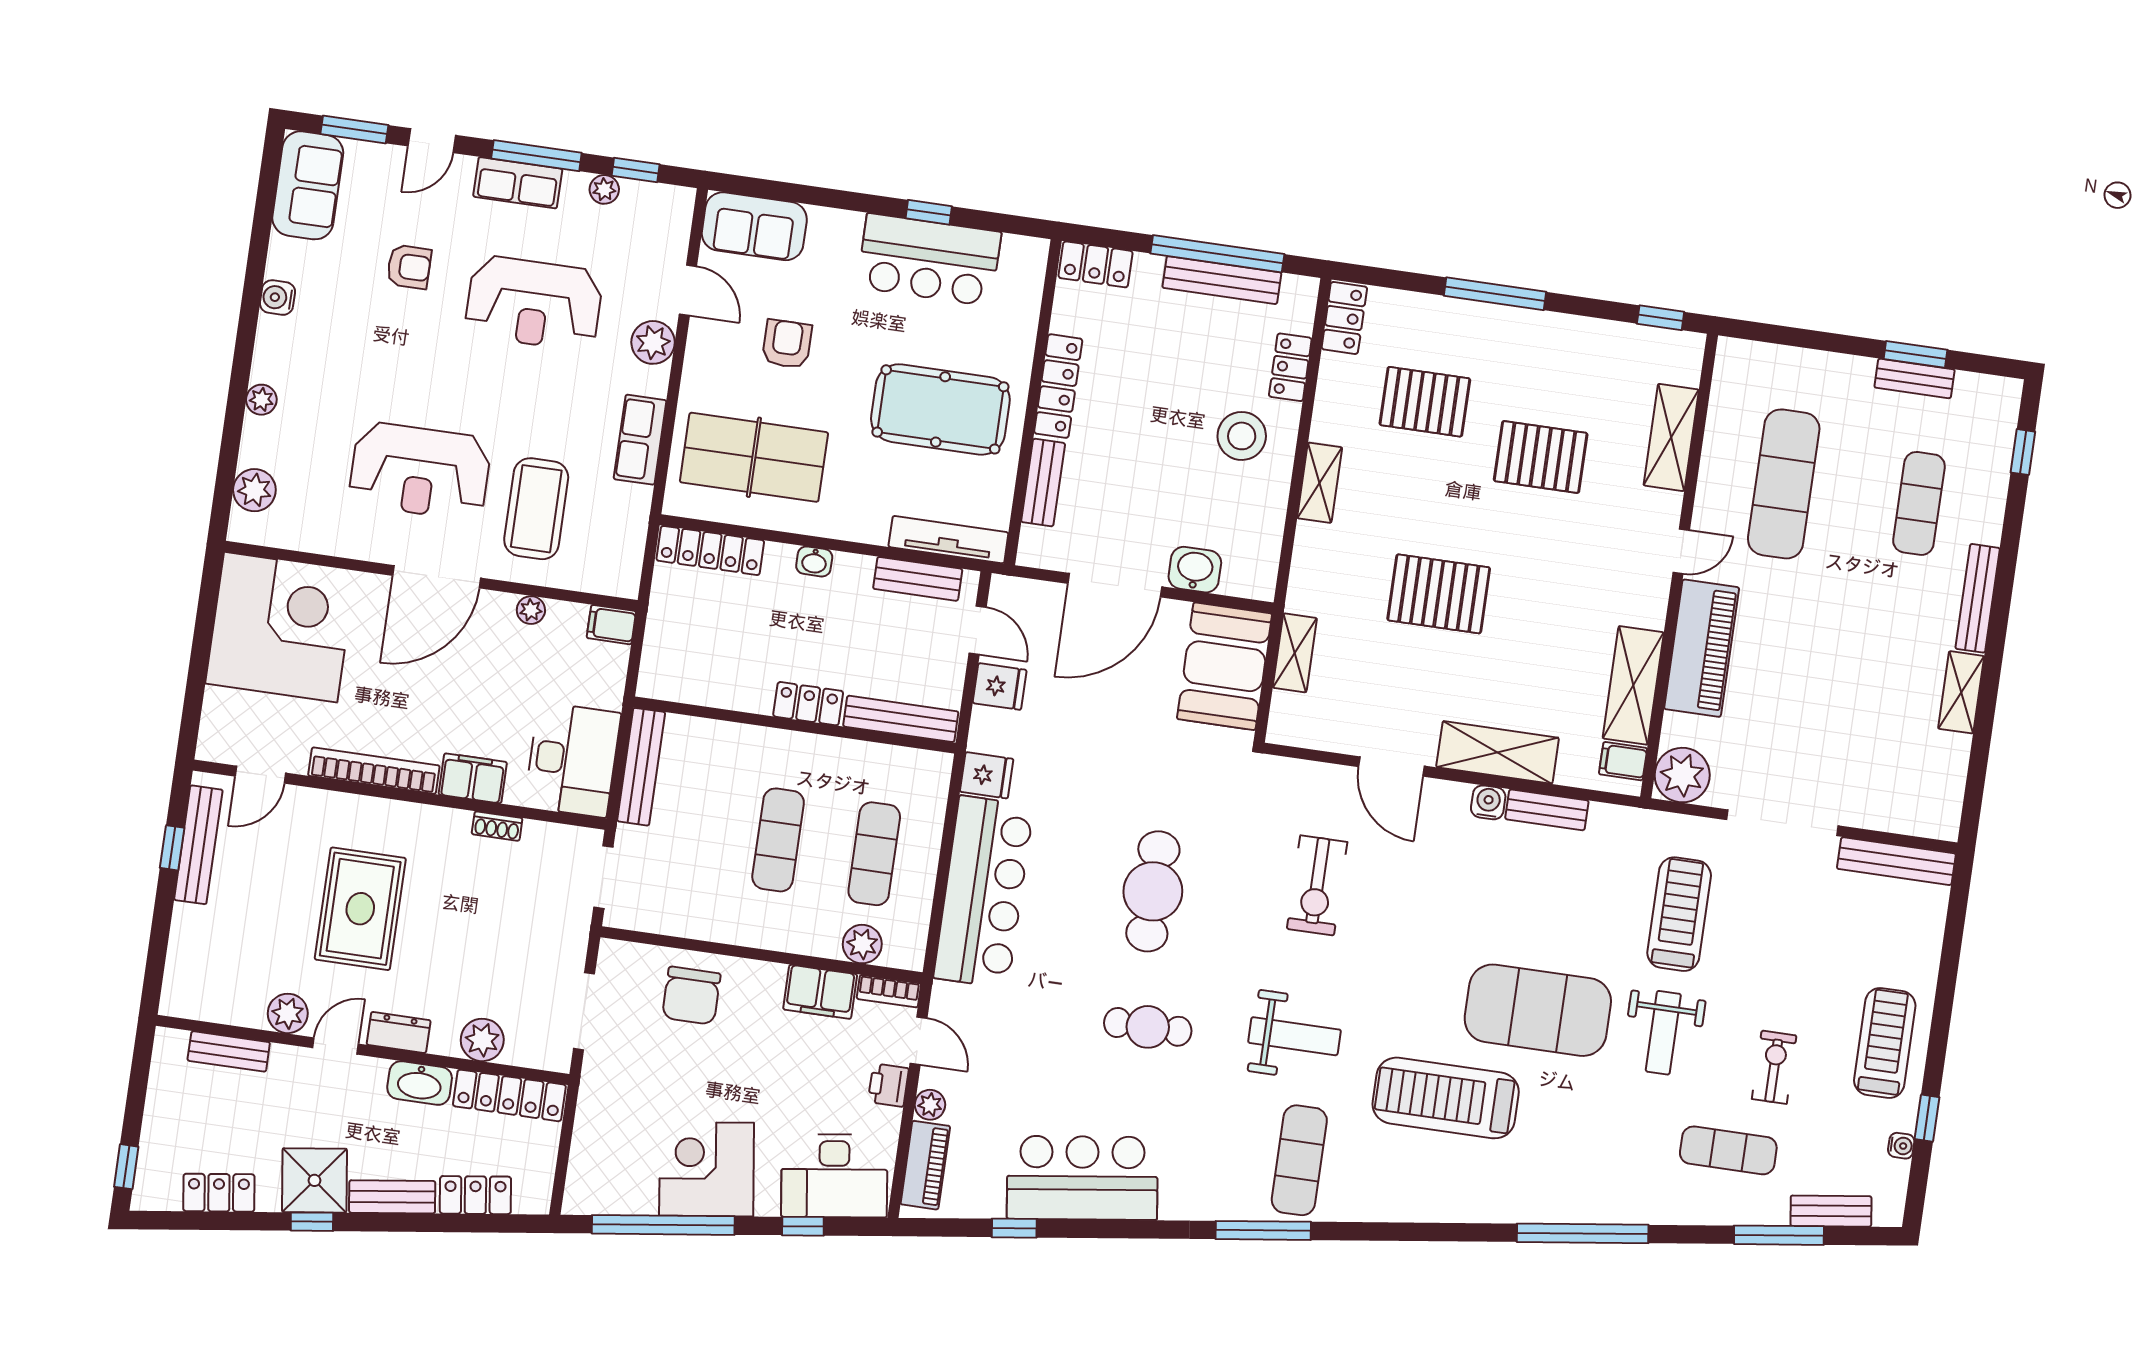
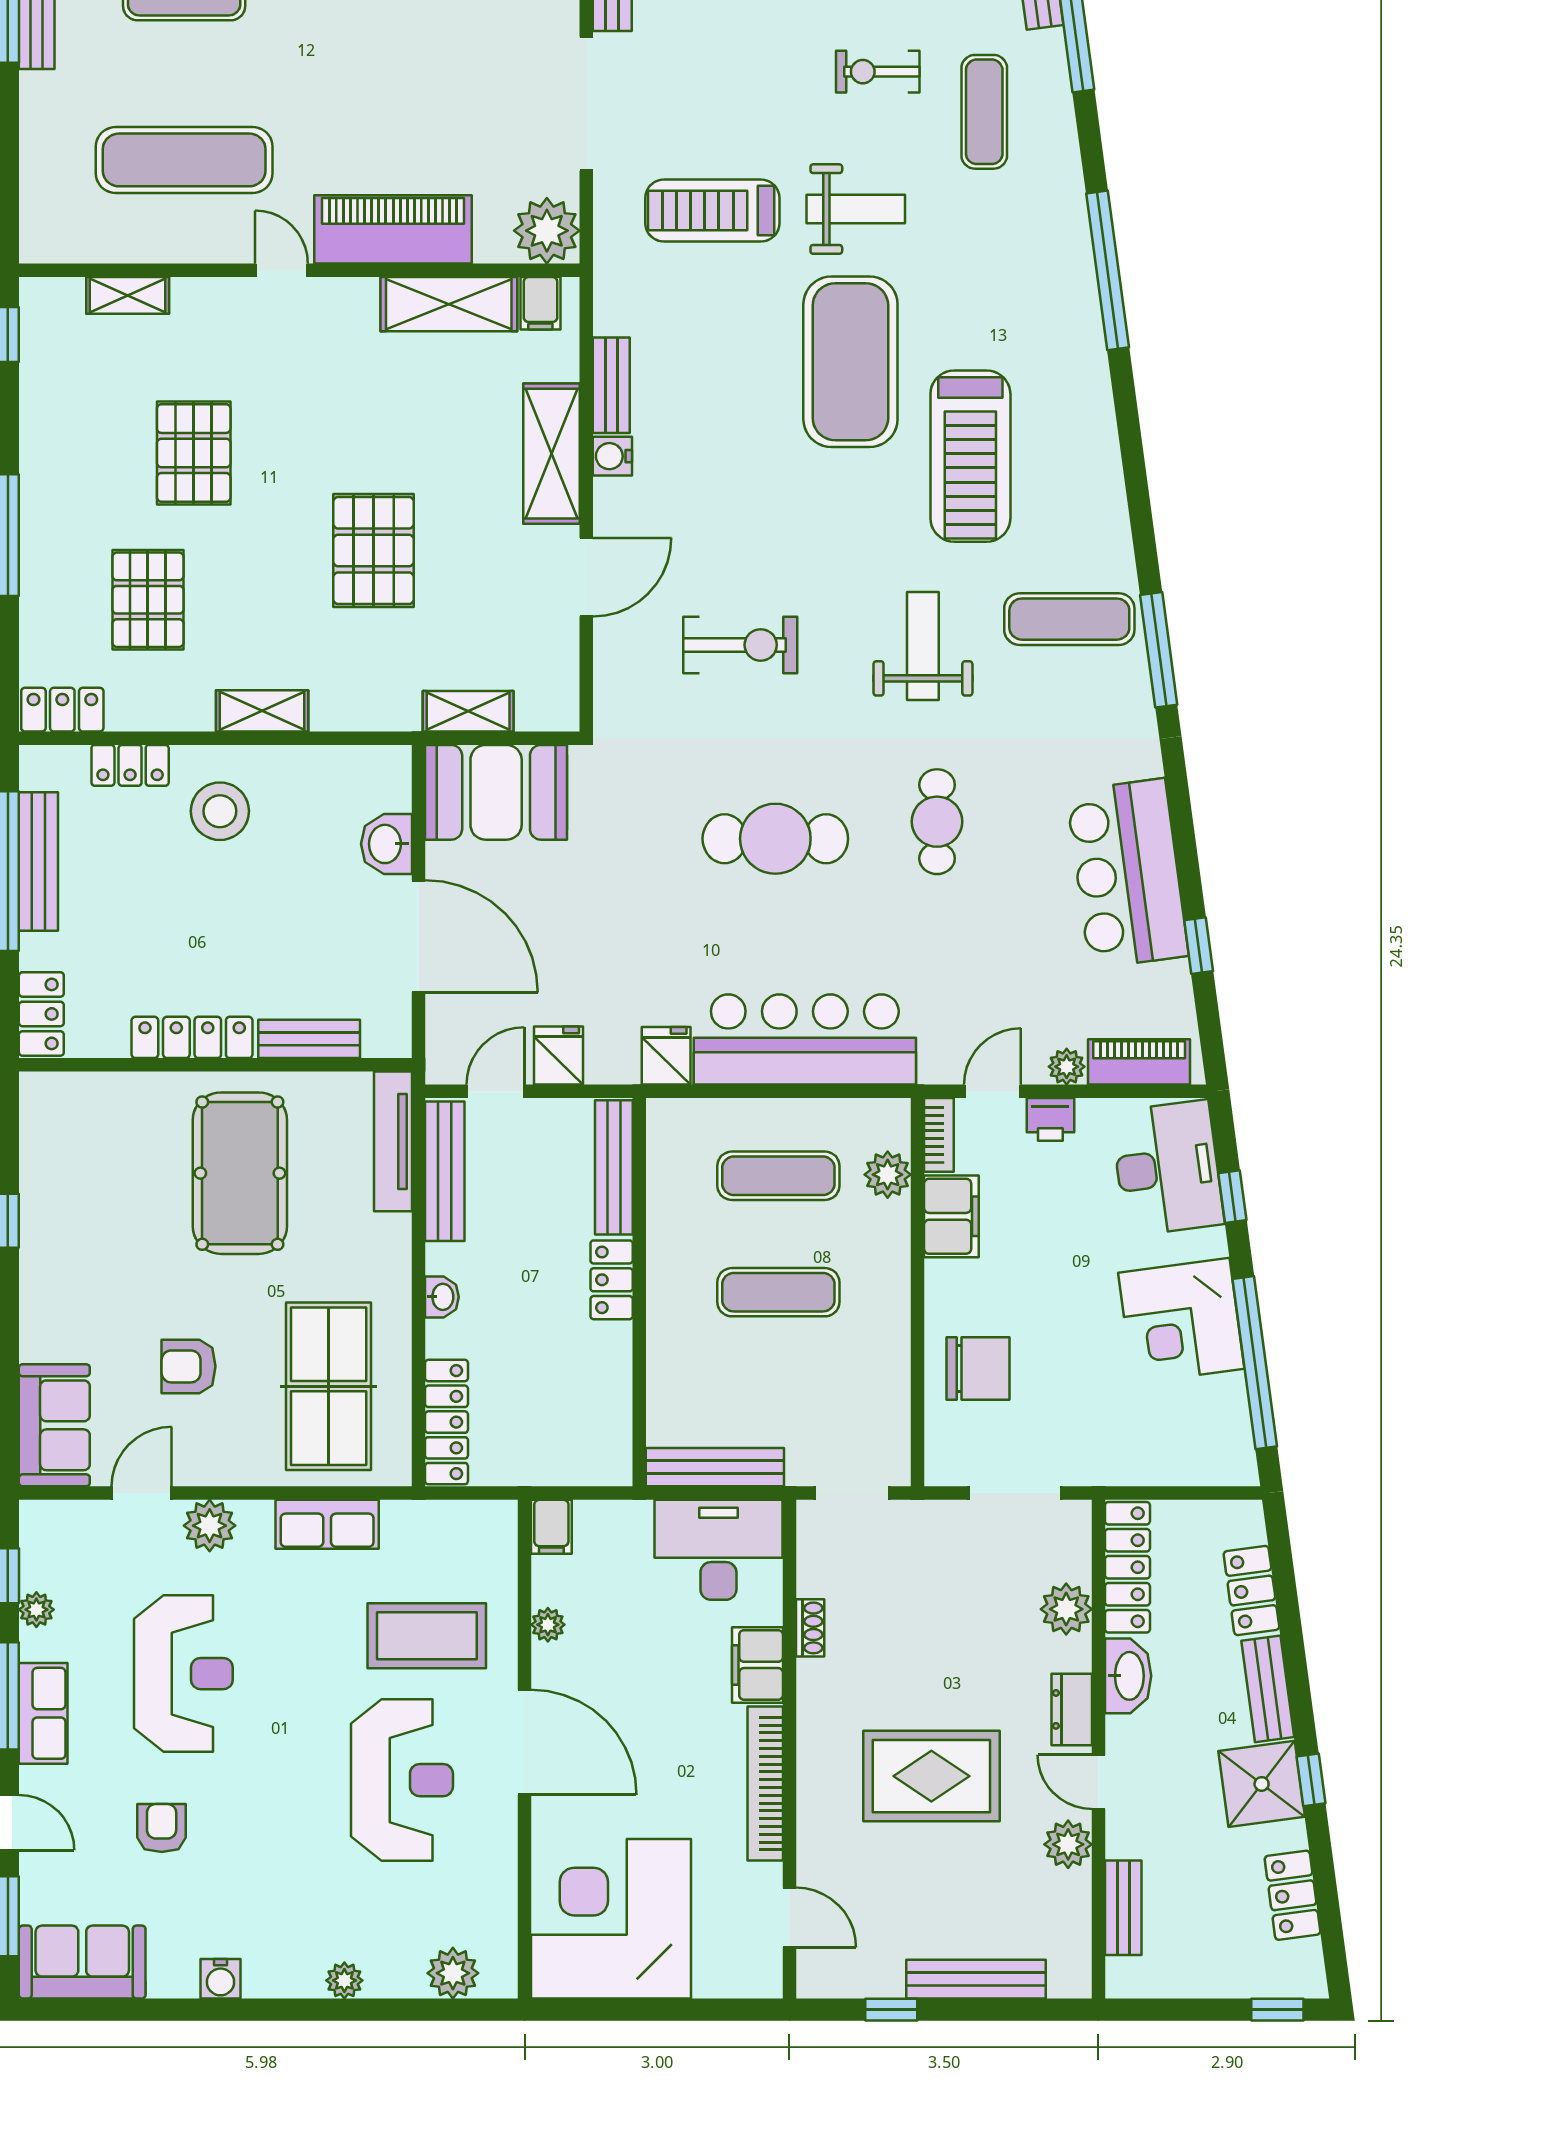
bar counter: (929, 260) -> (64, 1212), removed
shelving: (1671, 437) -> (128, 295), width x0.67, depth x0.75
bench: (918, 579) -> (445, 1171), width x1.36
bench: (198, 845) -> (976, 1979), moved

